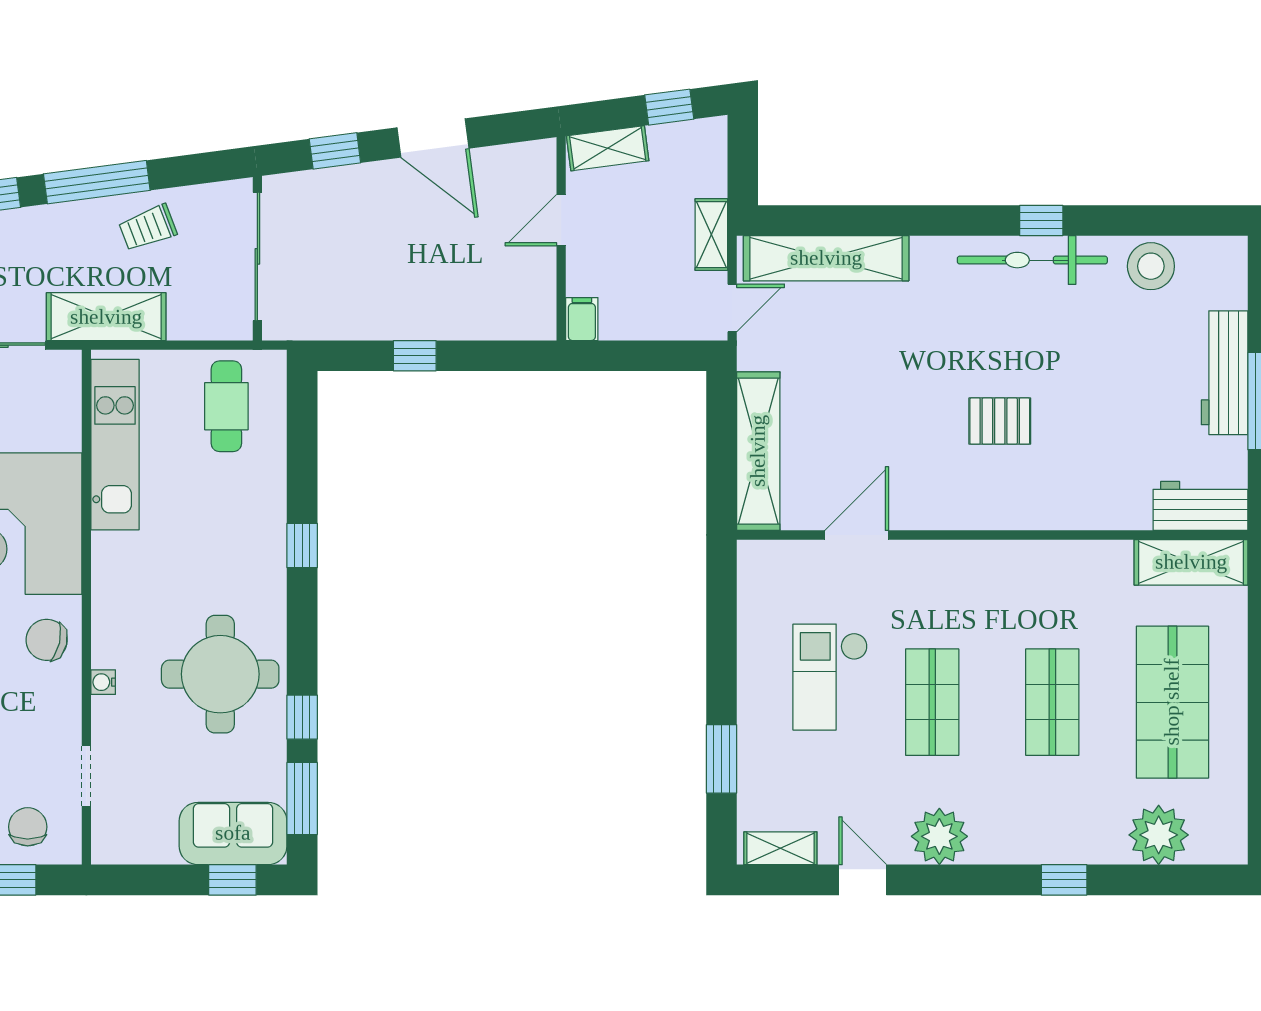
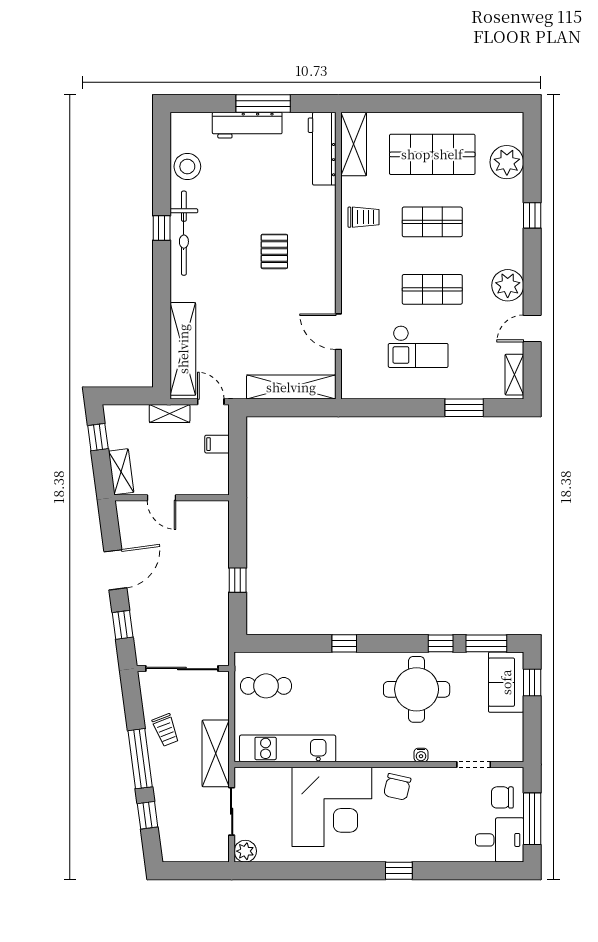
filing cabinet: (582, 319) -> (217, 444), moved
workbench: (1200, 506) -> (322, 149), width x1.38
trolley: (1061, 580) -> (364, 217), added

